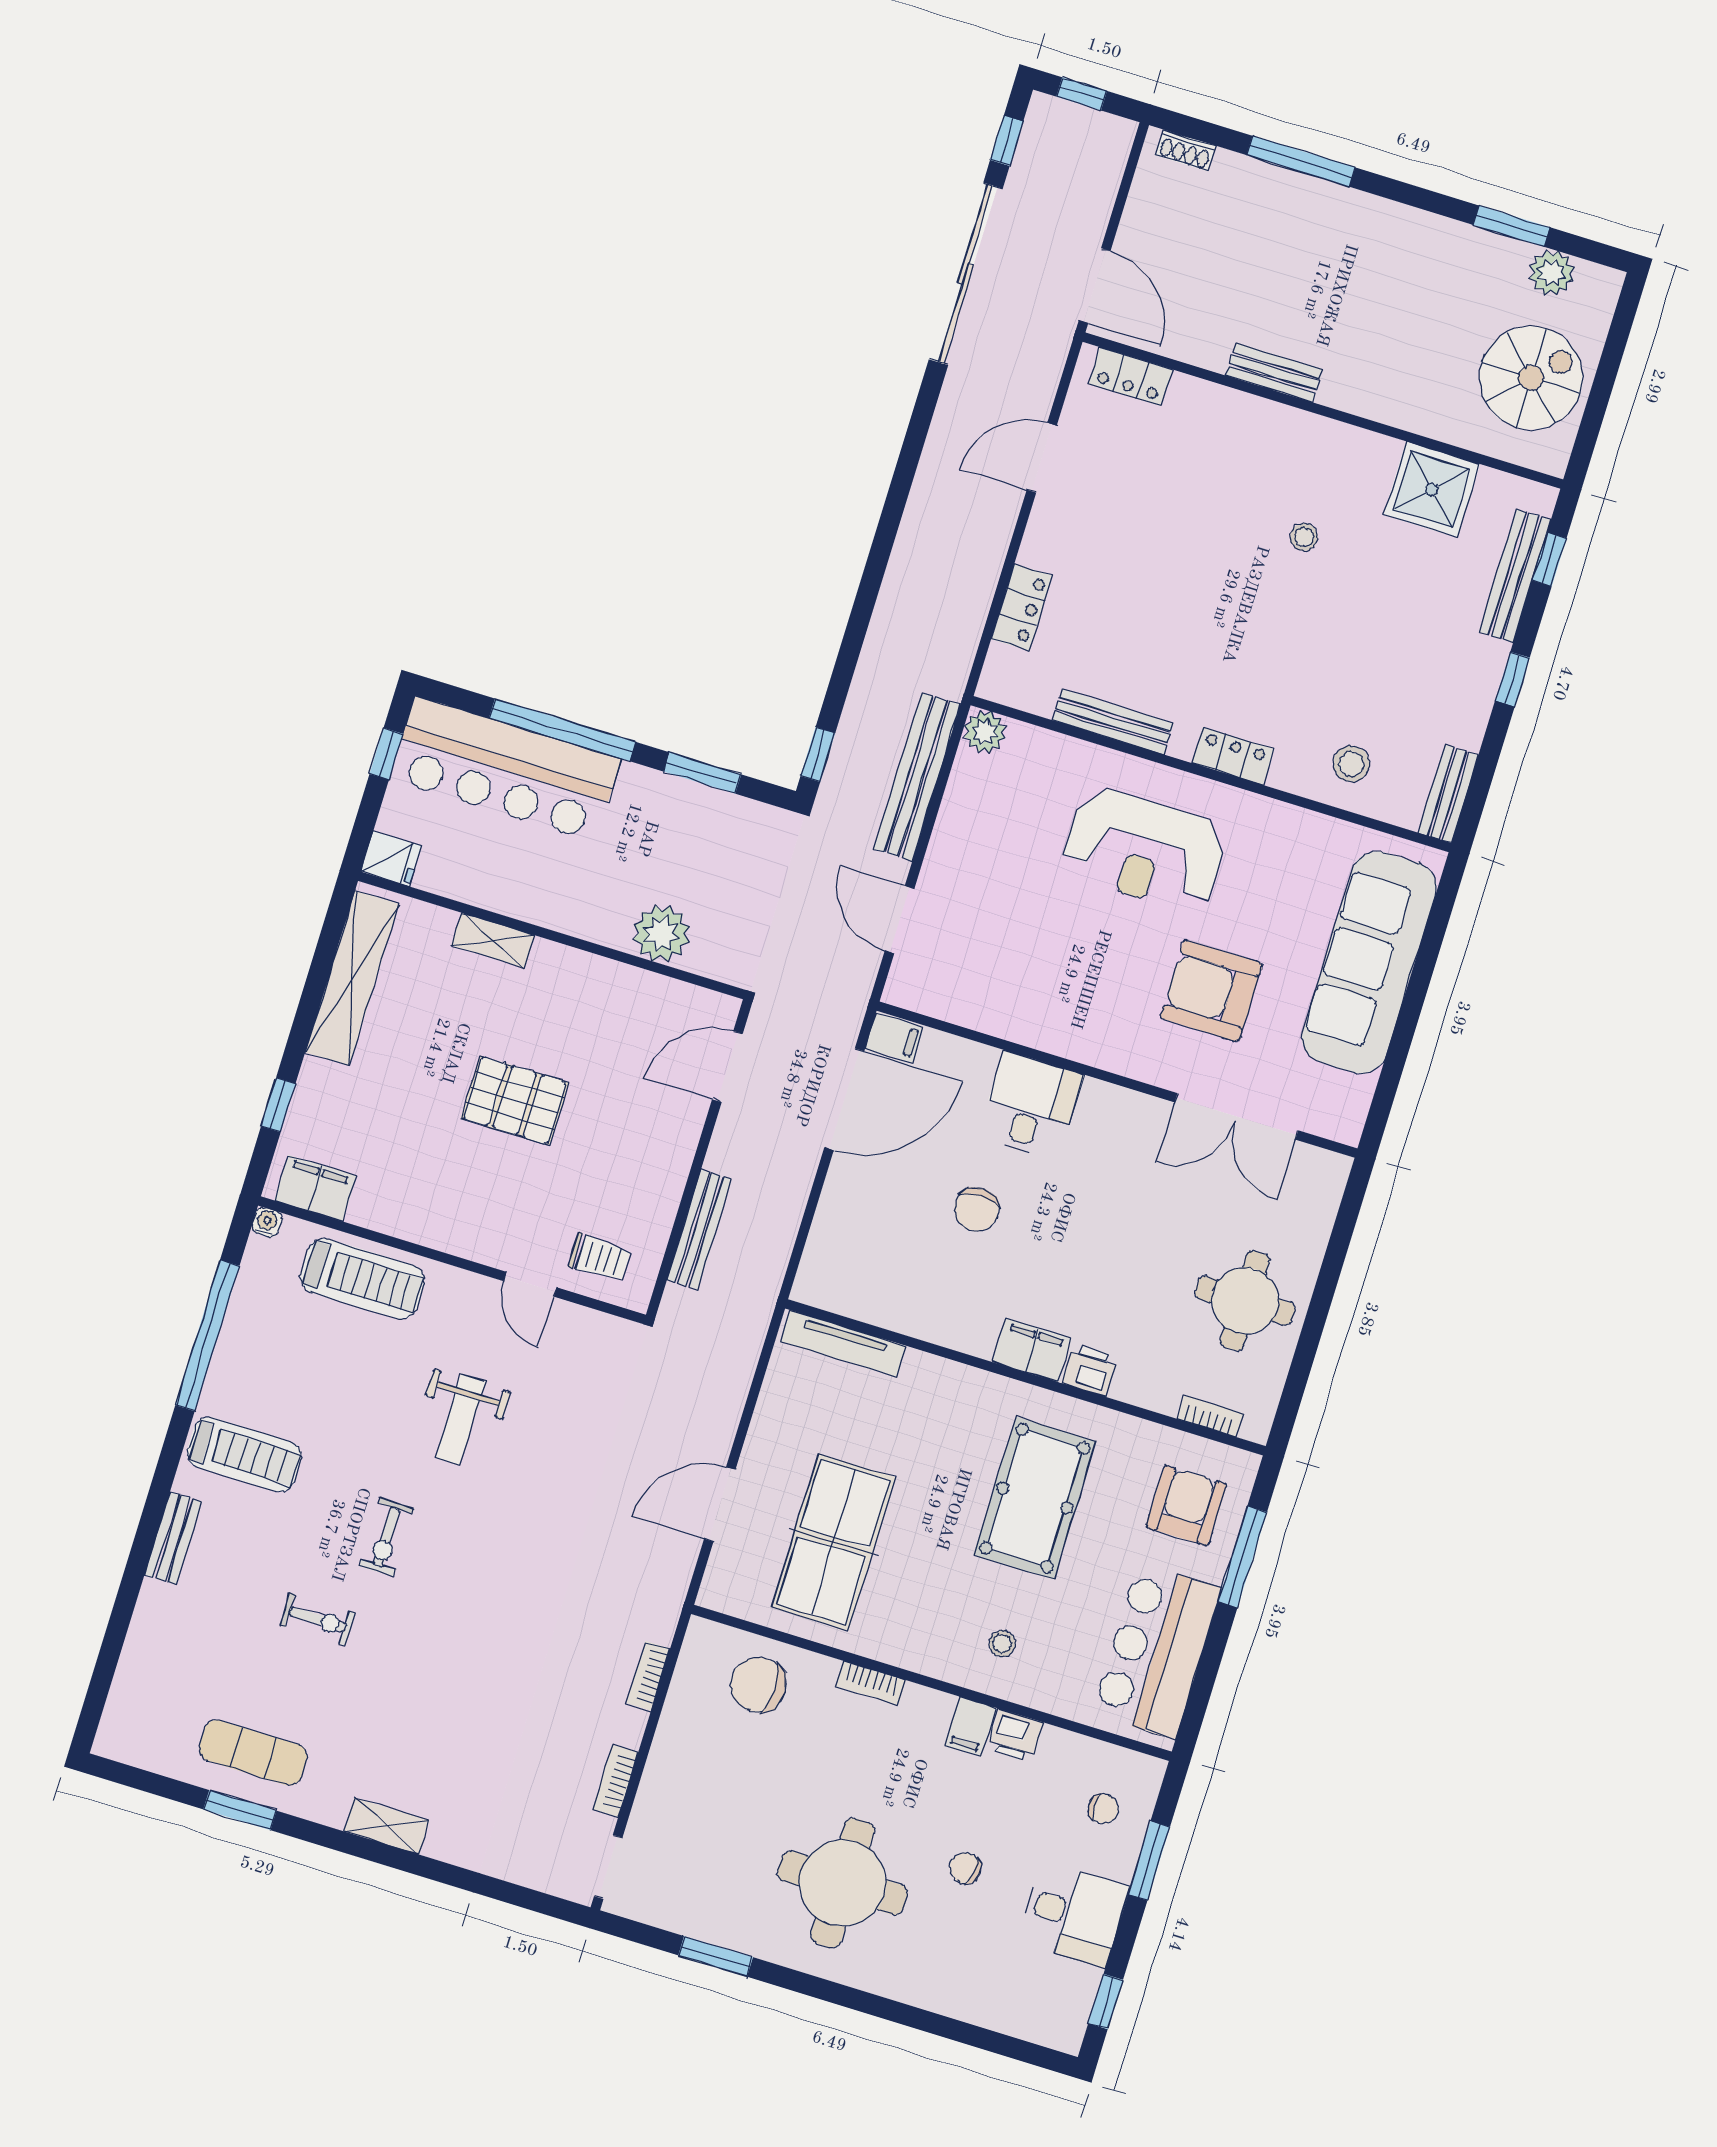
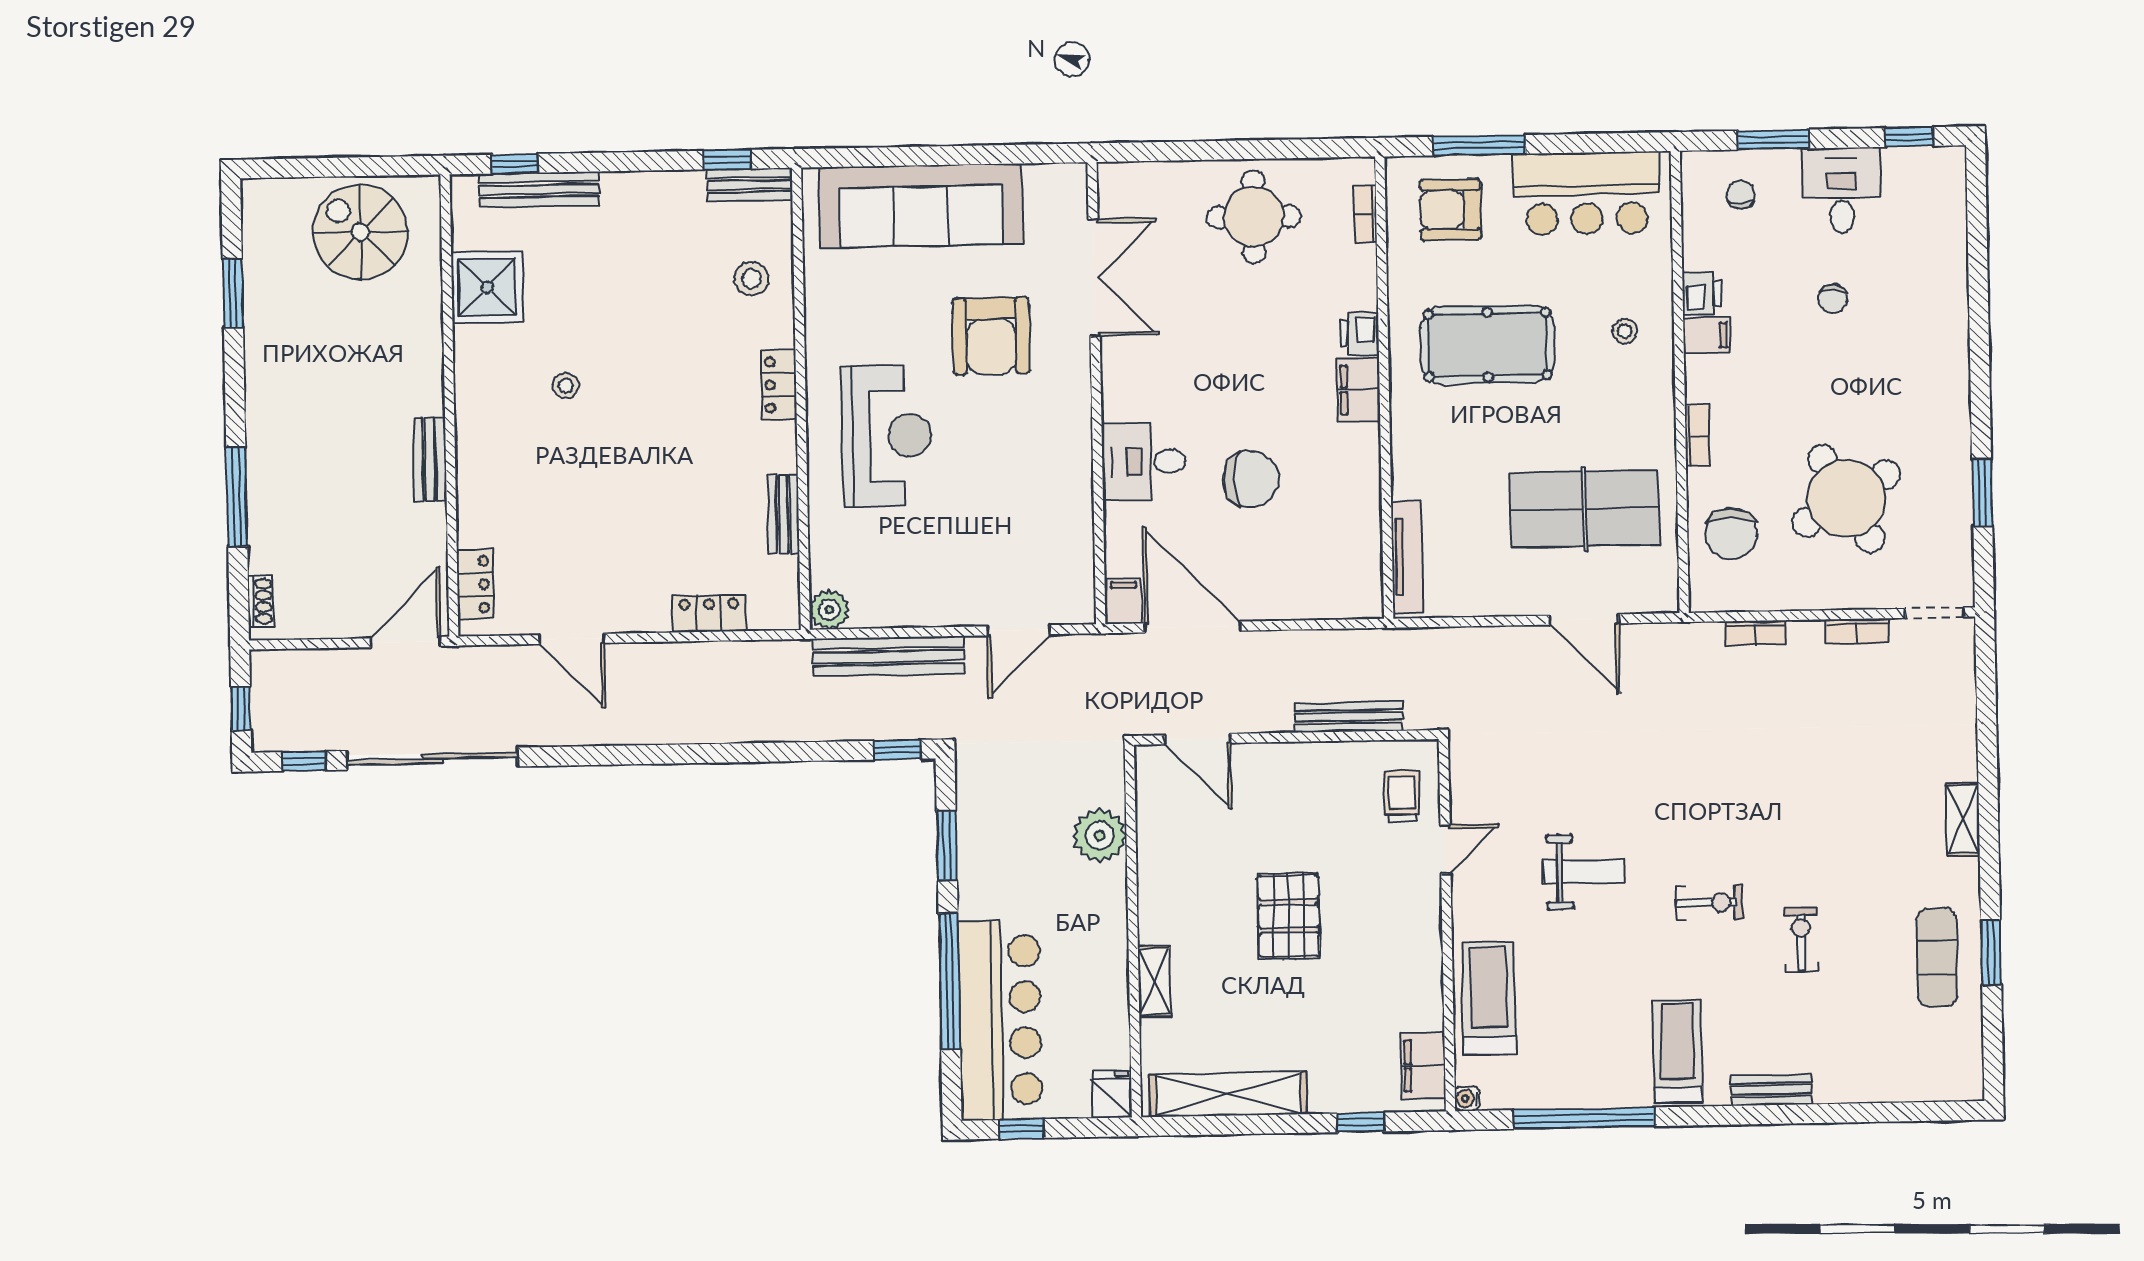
plant: (1552, 273) -> (262, 244), removed
window: (1512, 679) -> (727, 160), moved
bench: (1113, 722) -> (784, 514), width x0.73
chair: (977, 1209) -> (1251, 479), width x1.37, depth x1.37
round table: (843, 1883) -> (1846, 498), moved, turned -30

